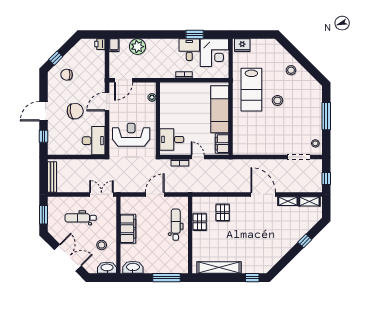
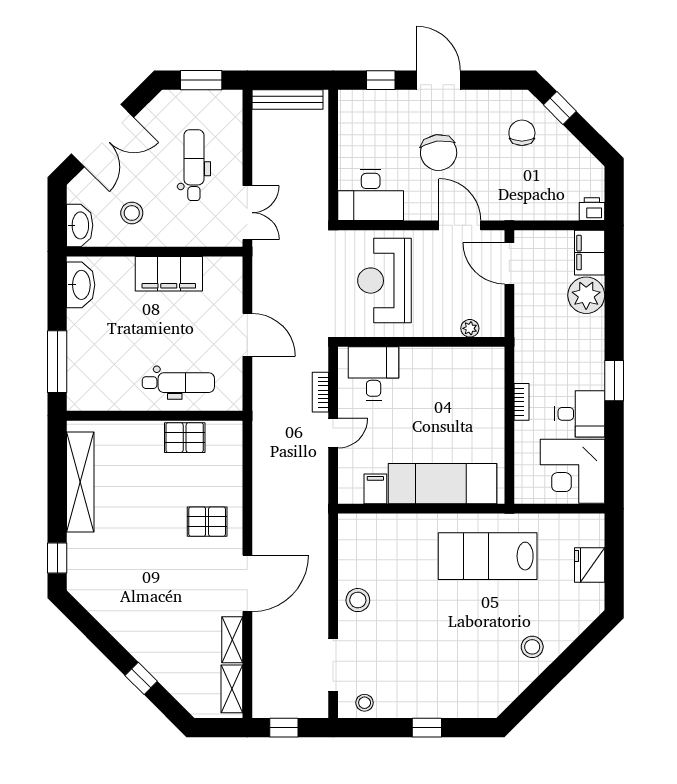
window: (195, 34) -> (614, 381), moved
filing cabinet: (114, 45) -> (590, 253), width x2.00
fridge: (242, 45) -> (590, 565), moved
stool: (277, 100) -> (358, 600), moved
window: (326, 116) -> (427, 728), width x0.46
reception desk: (131, 135) -> (384, 281), turned 180
filing cabinet: (222, 144) -> (375, 489), width x0.50
pallet: (223, 213) -> (207, 522), moved

